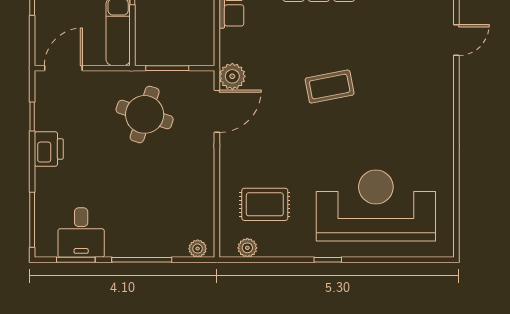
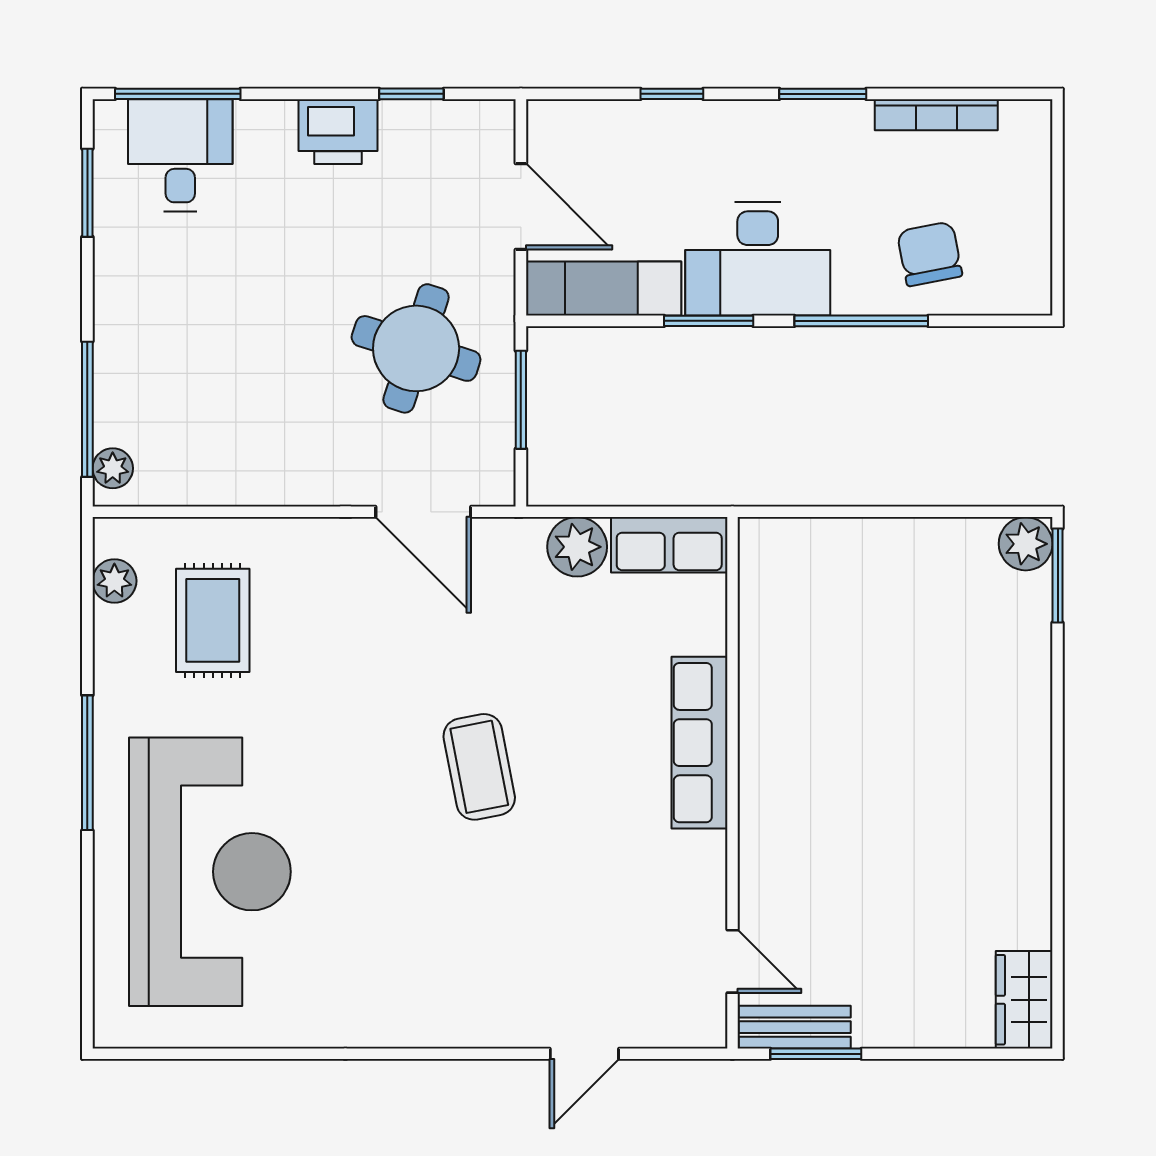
door: (456, 40) -> (584, 1054), hinge flipped
door: (63, 68) -> (521, 207), moved
plant: (232, 76) -> (577, 547), moved
desk: (81, 233) -> (180, 155), moved, turned 90
window: (142, 260) -> (87, 409), moved
window: (328, 260) -> (87, 763), width x2.17

